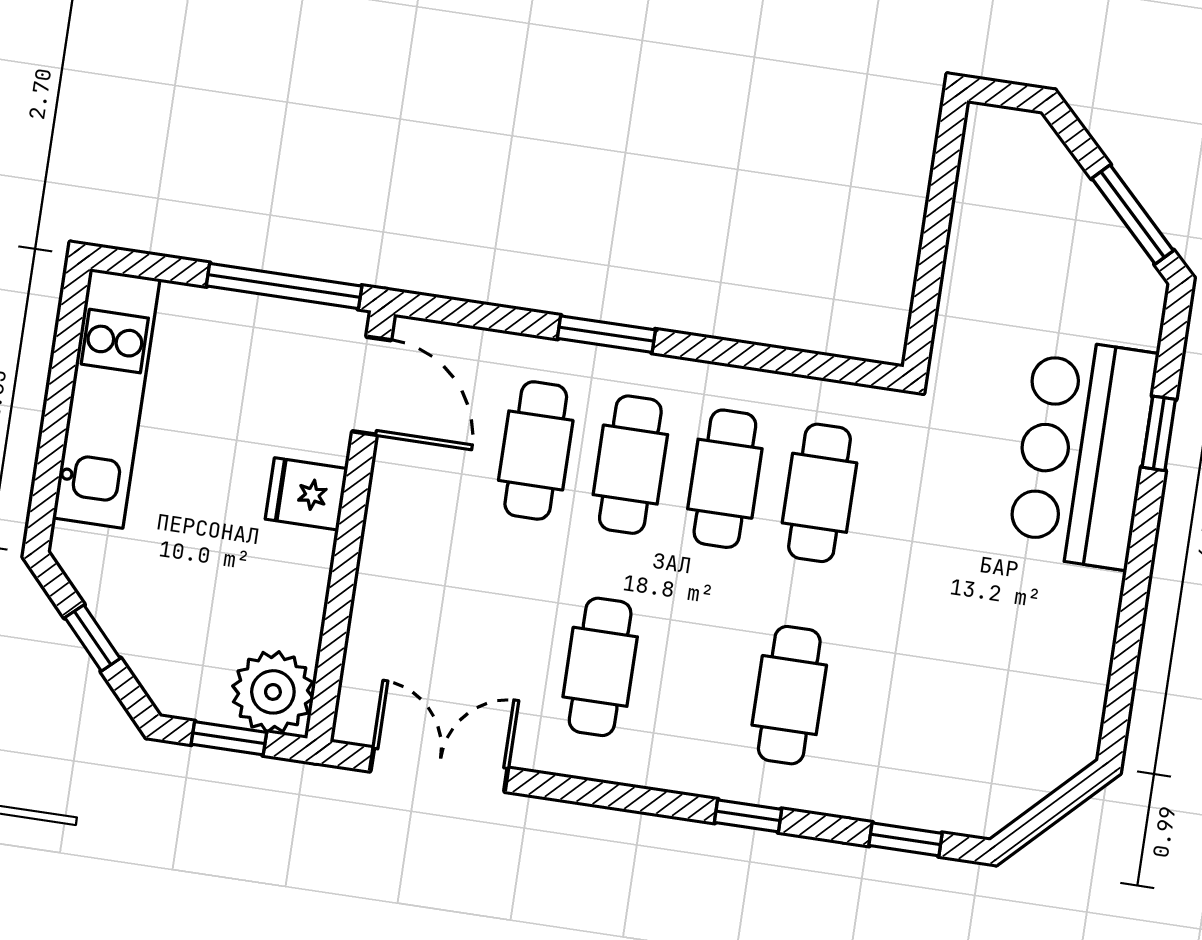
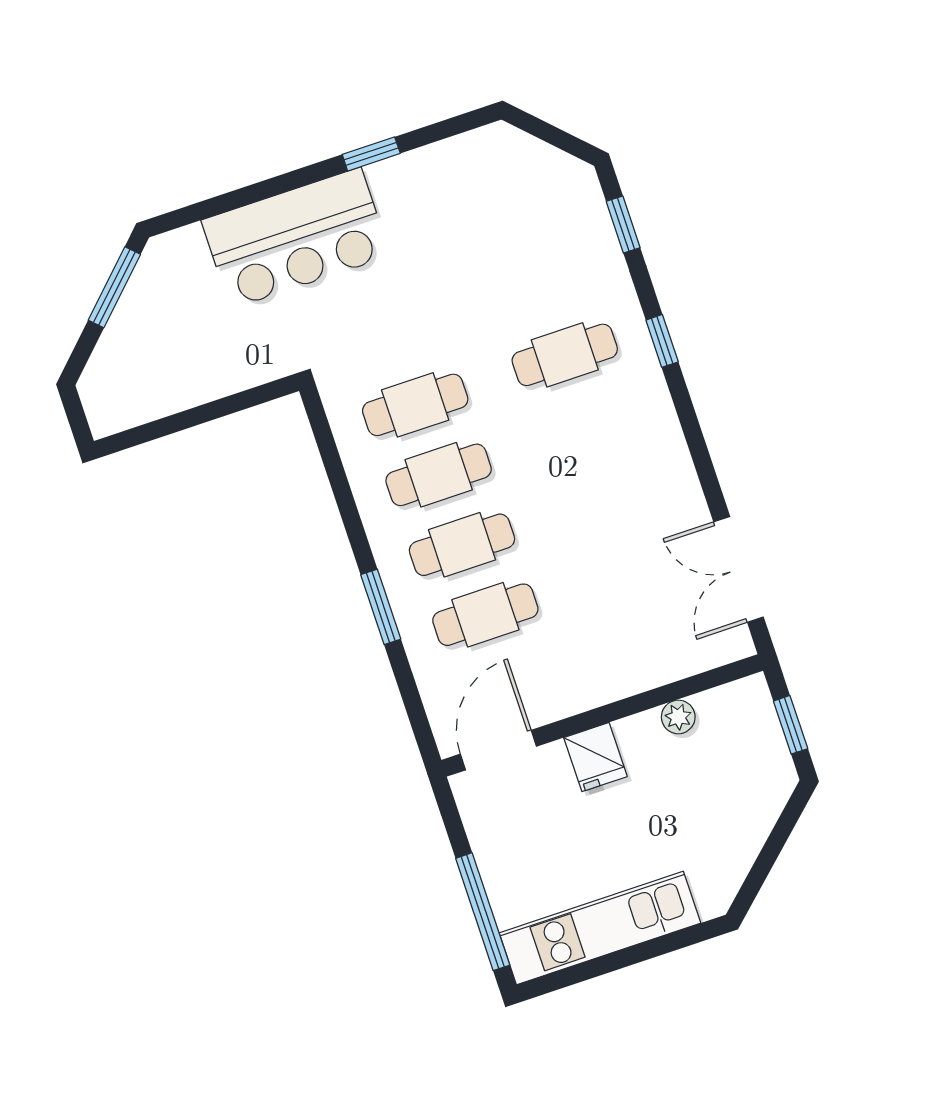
window: (284, 286) -> (483, 912), moved
window: (1159, 433) -> (371, 154), moved
window: (93, 638) -> (769, 854), removed
cafe table: (600, 667) -> (612, 495), removed
plant: (273, 692) -> (678, 717), moved, width x0.53, depth x0.53

